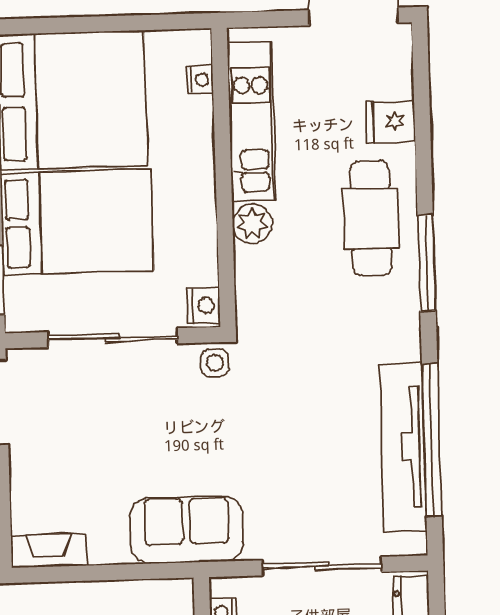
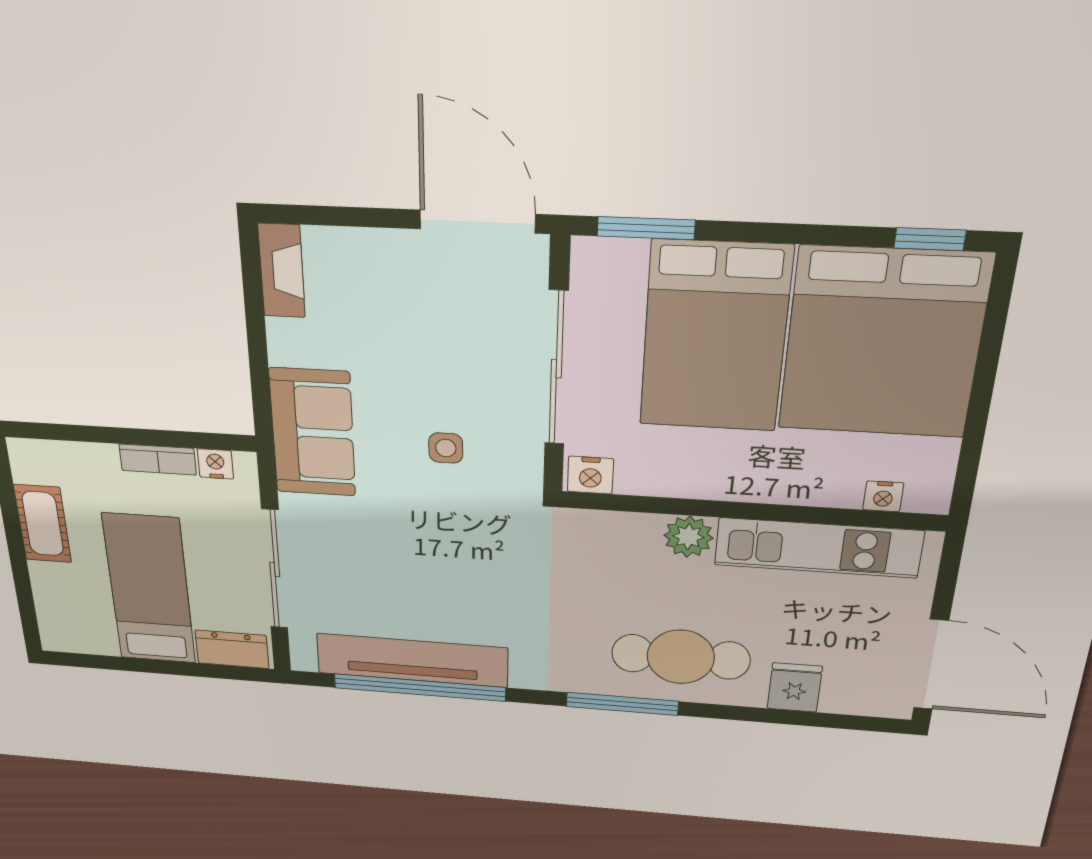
side table: (215, 363) -> (446, 448), moved

